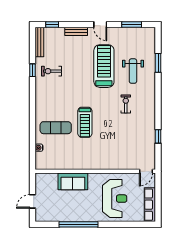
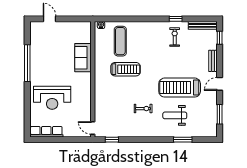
treadmill: (104, 66) -> (180, 88), turned 180
treadmill: (85, 122) -> (126, 69), turned 180
wall: (95, 171) -> (93, 79), moved
door: (146, 171) -> (93, 128), moved
sofa: (73, 181) -> (83, 58), moved

